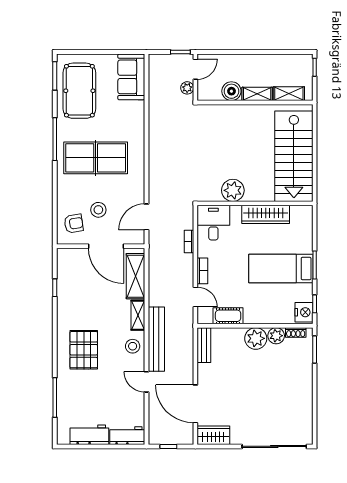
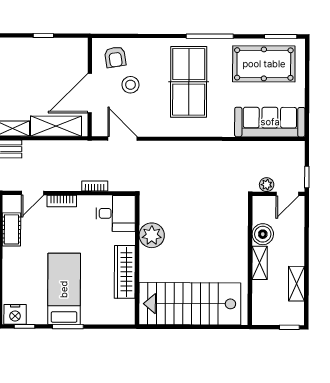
door: (195, 69) -> (287, 194), hinge flipped
sofa: (131, 77) -> (270, 122), width x1.36
shelving: (289, 94) -> (297, 284), moved

